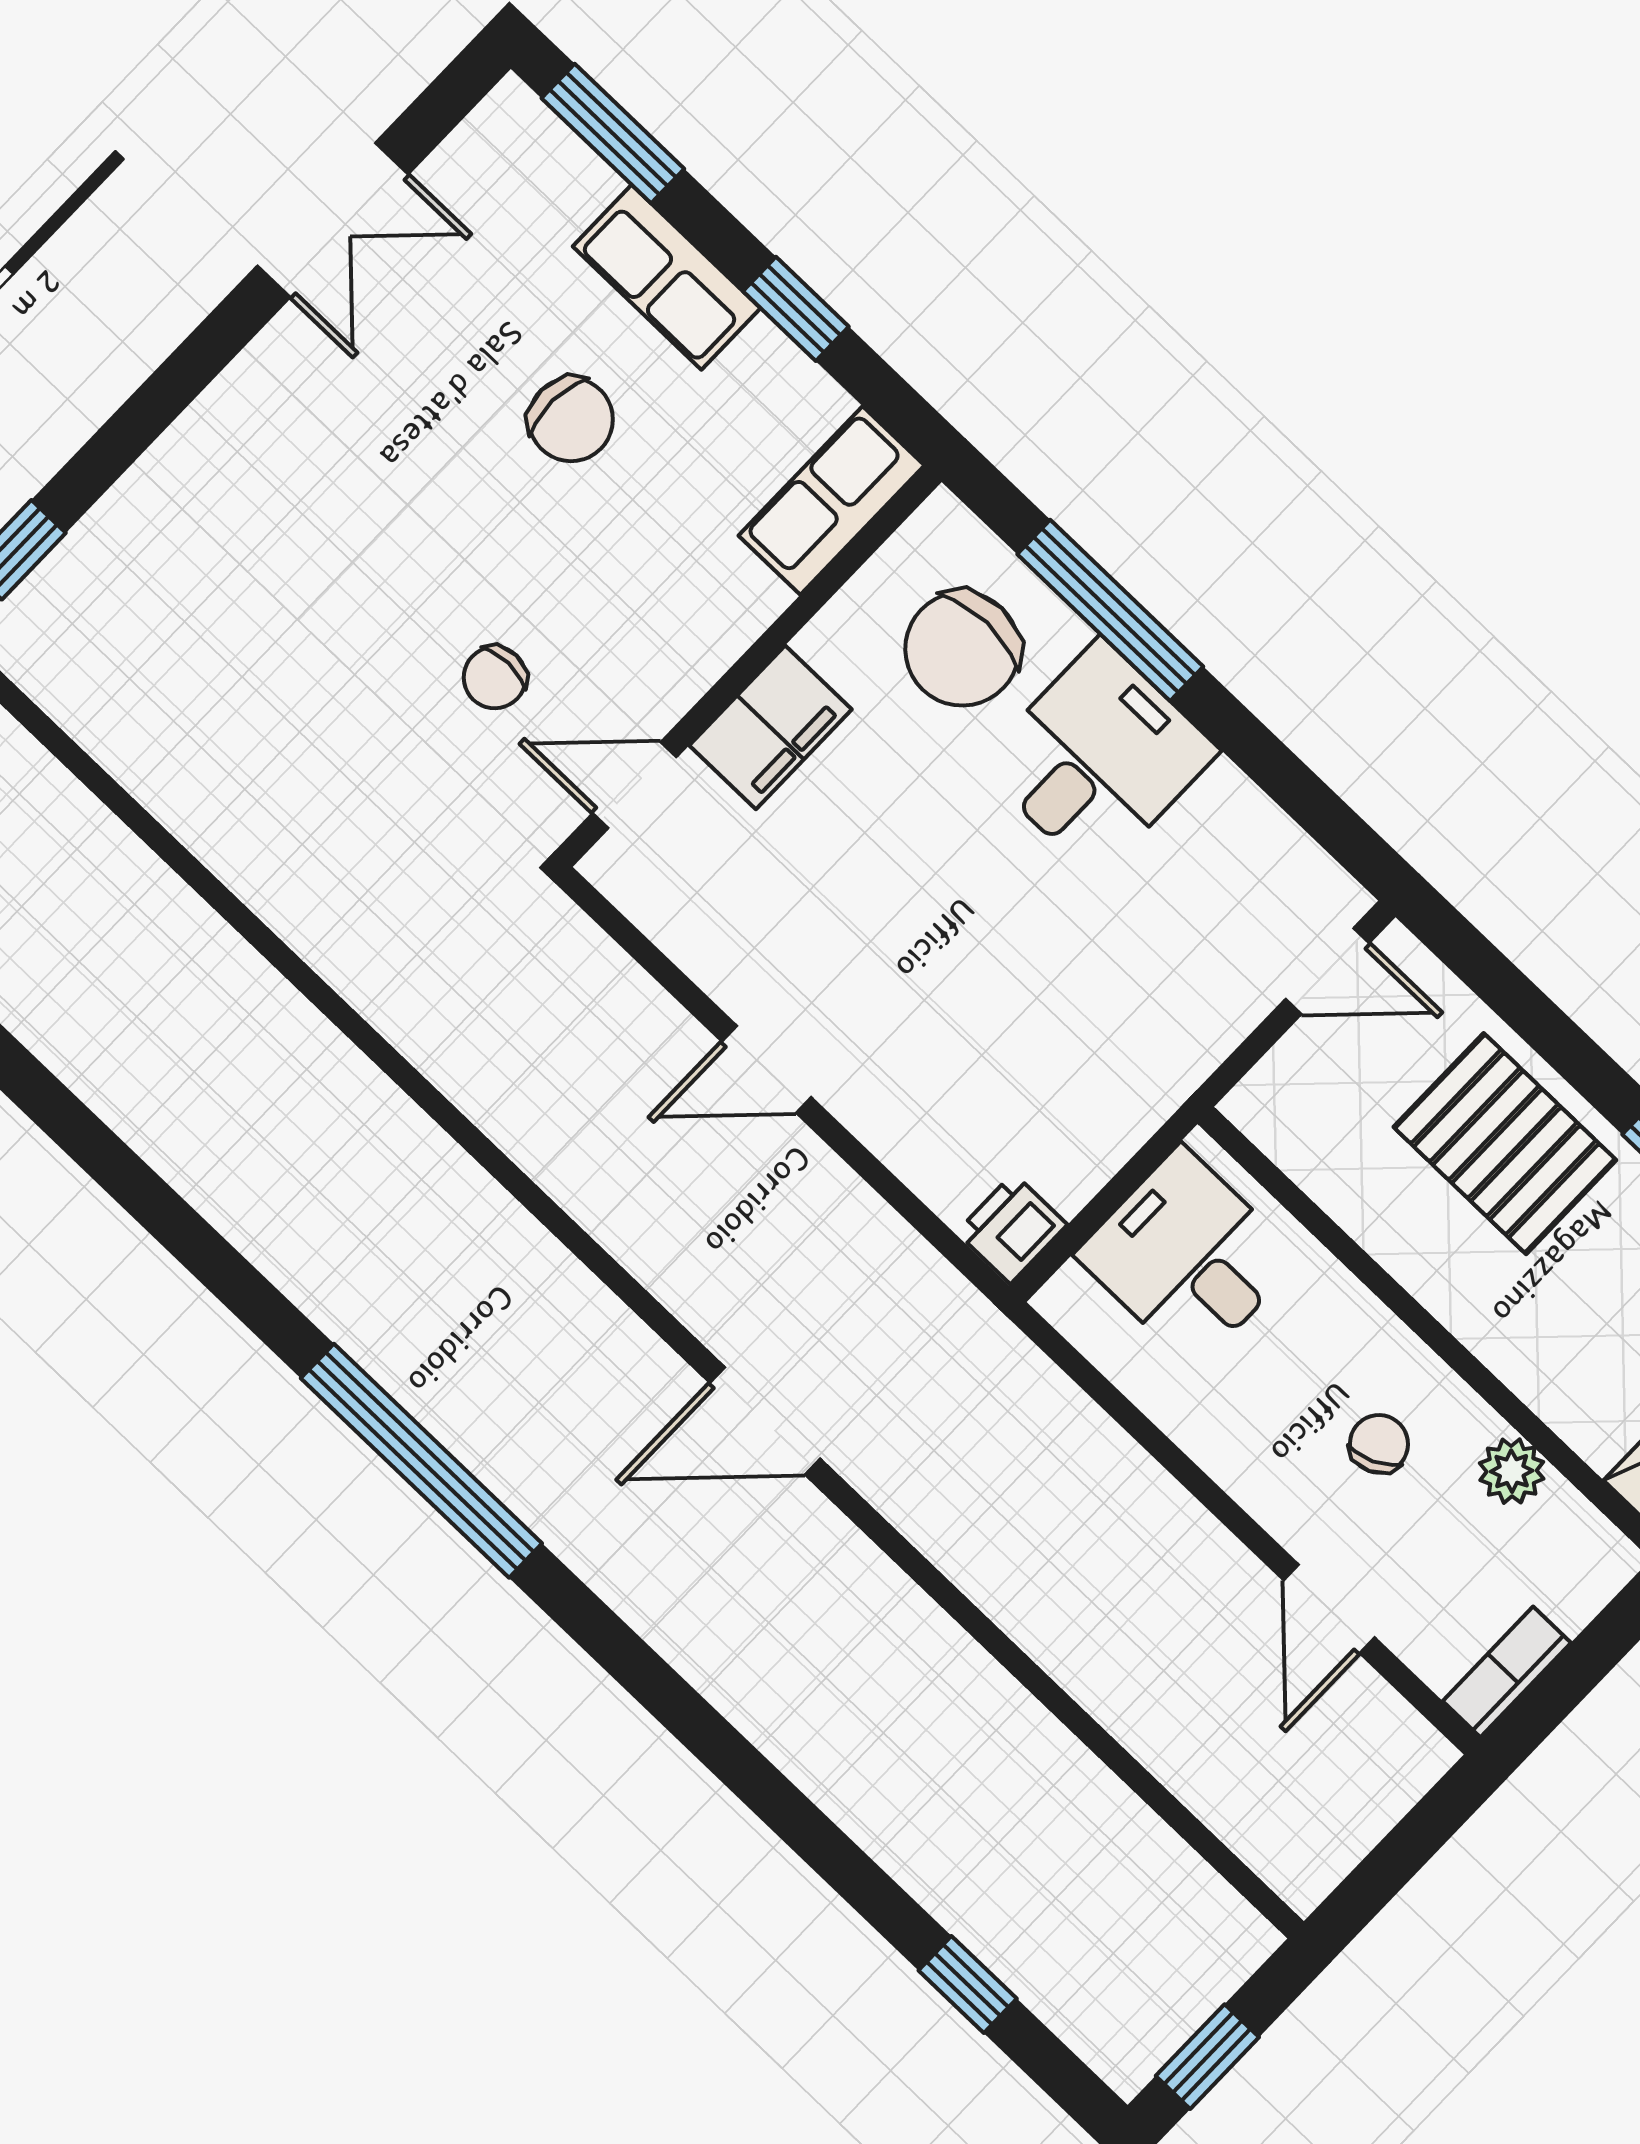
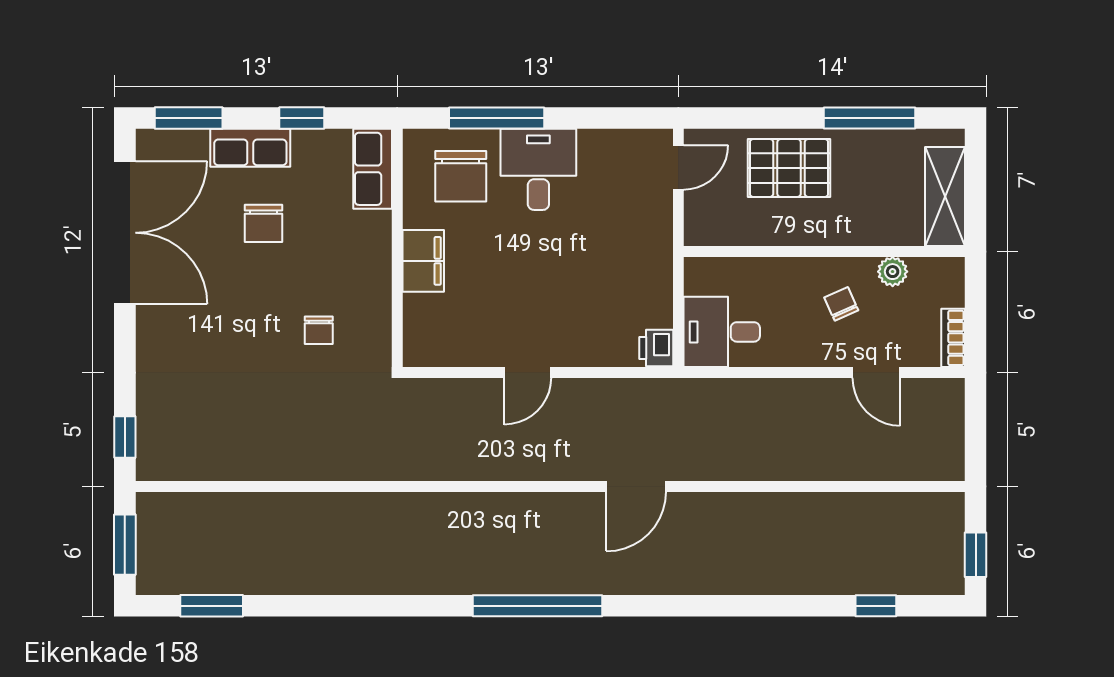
double door: (333, 220) -> (125, 233), width x1.87
chair: (571, 420) -> (263, 223), turned 88
door: (635, 785) -> (397, 322), removed
desk: (1188, 1257) -> (722, 332), moved

